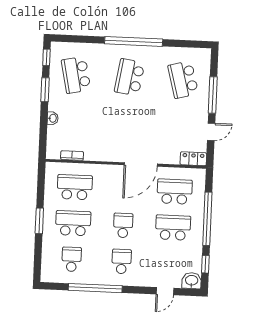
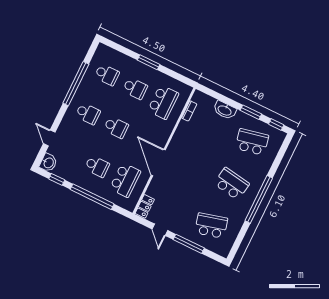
washbasin: (53, 118) -> (225, 110), width x1.91, depth x1.45
school desk: (73, 223) -> (135, 88), width x0.54
school desk: (173, 228) -> (97, 166), width x0.54

